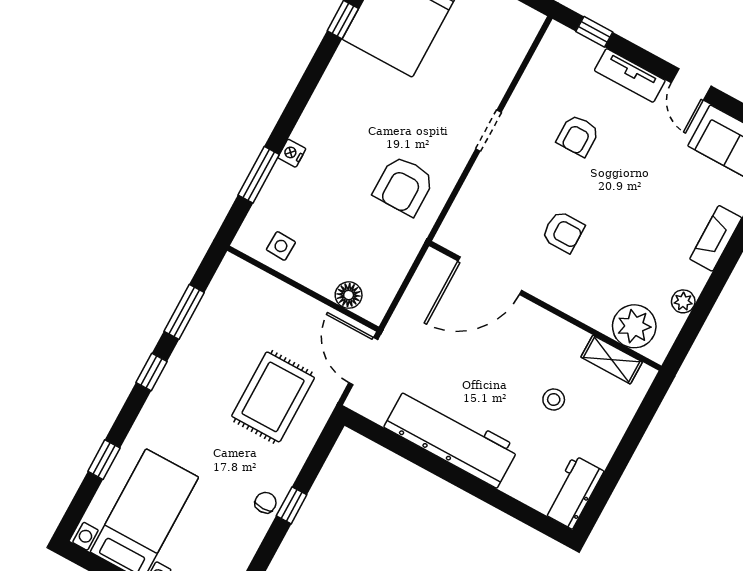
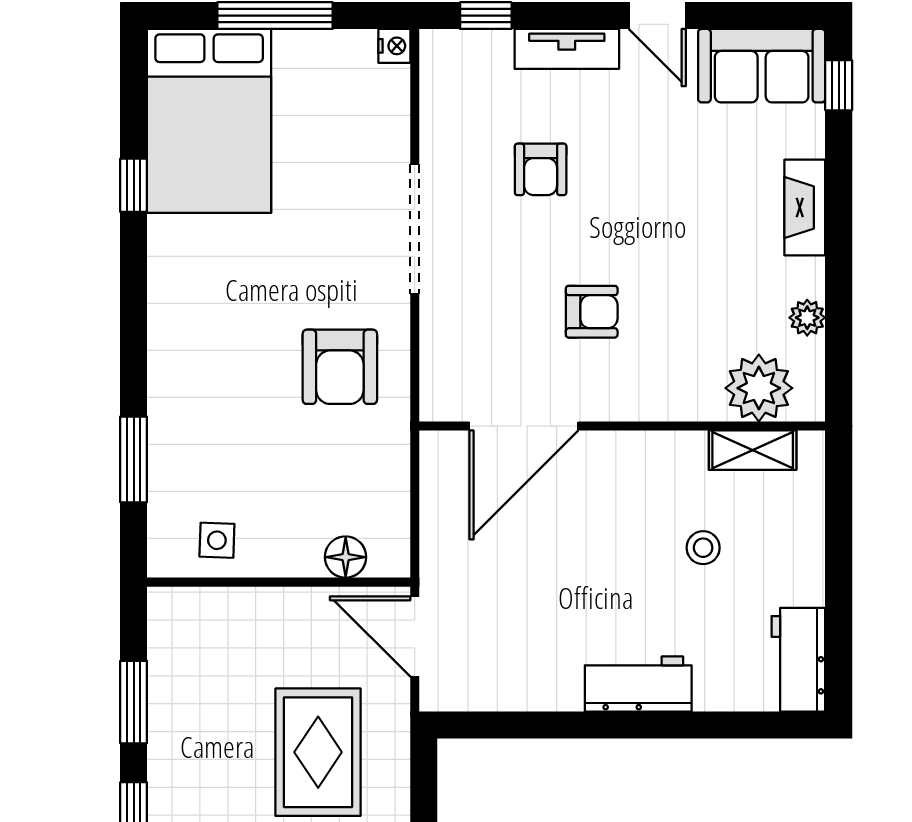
doorway: (489, 130) -> (415, 229), width x1.88
nightstand: (292, 153) -> (394, 46), moved, turned 180
workbench: (451, 437) -> (638, 684), width x0.53, depth x0.76

